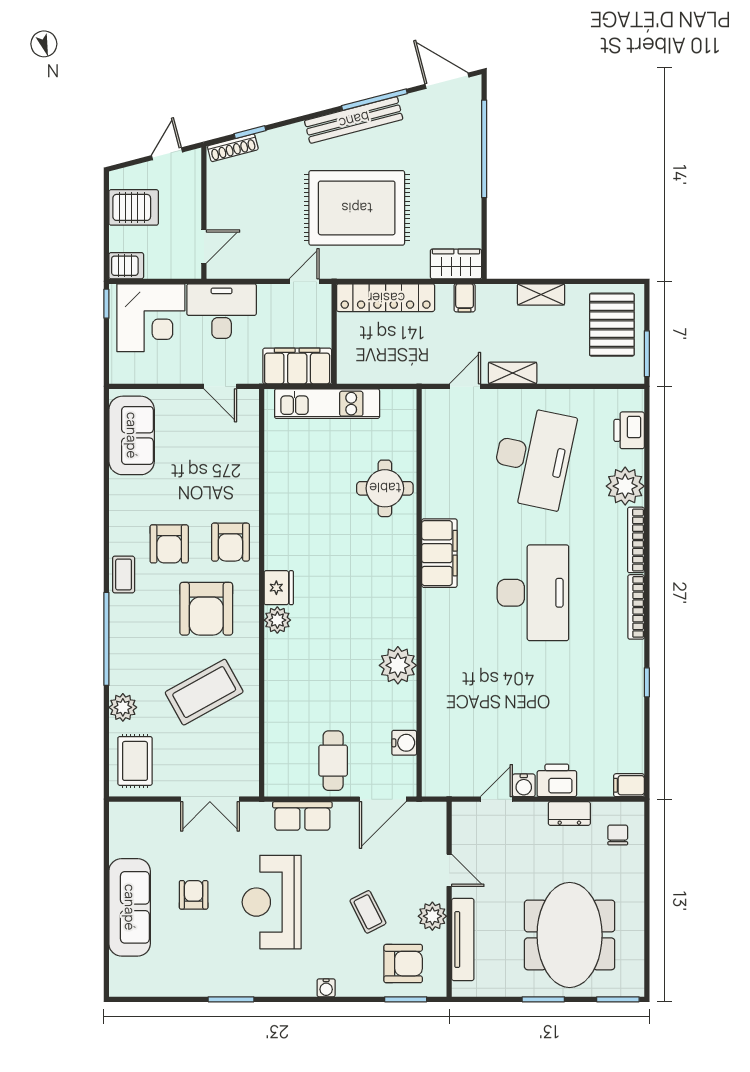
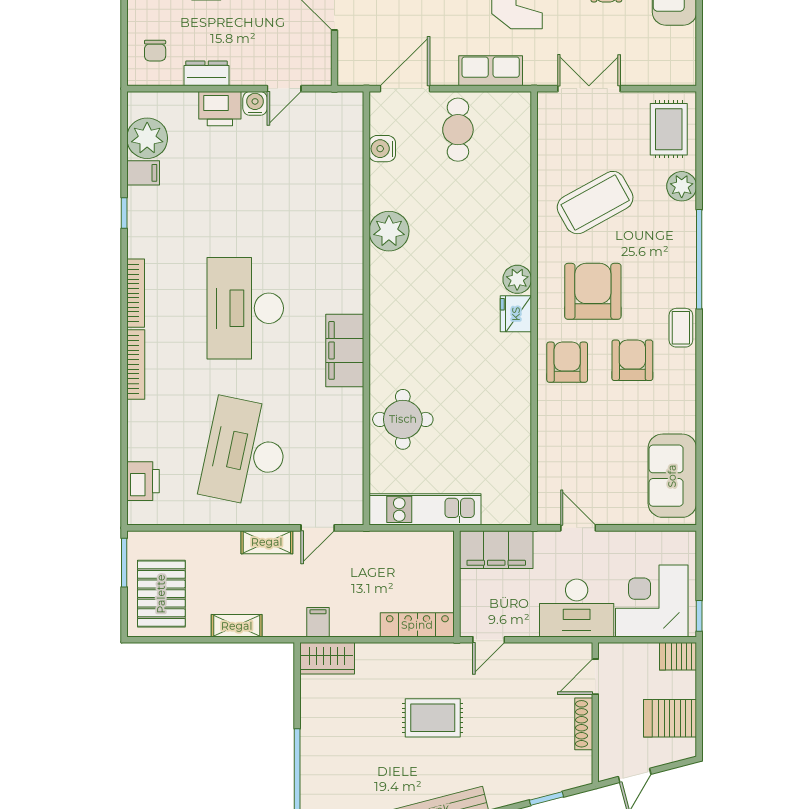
shoe rack: (233, 148) -> (584, 724), moved, turned -75
rug: (357, 208) -> (433, 718), width x0.54, depth x0.49
locker: (386, 298) -> (417, 625), width x0.71, depth x0.83
kitchen unit: (327, 404) -> (425, 509), moved
plant: (625, 486) -> (147, 138), moved
filing cabinet: (629, 785) -> (143, 173), moved

